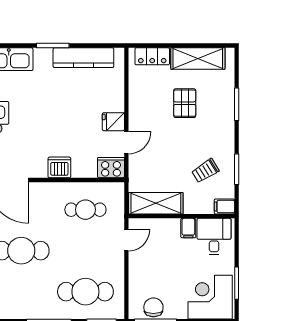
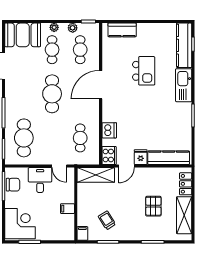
kitchen counter: (83, 58) -> (169, 158), moved, turned 90
pallet: (185, 103) -> (153, 206), turned 90
door: (126, 143) -> (126, 166), hinge flipped
dishwasher: (59, 167) -> (109, 130), moved
shelving: (156, 203) -> (96, 175), moved, turned 90
desk: (214, 236) -> (40, 180), moved, turned -90

